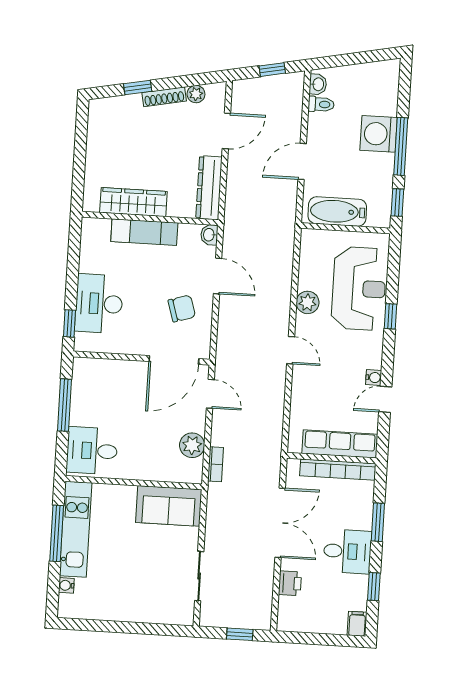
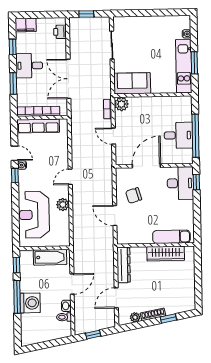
washbasin: (318, 84) -> (66, 306), moved
exam couch: (144, 232) -> (171, 237), moved
washbasin: (209, 235) -> (121, 238), removed
desk: (99, 304) -> (180, 183), moved
window: (390, 316) -> (15, 175), moved
door: (291, 350) -> (70, 177), hinge flipped
door: (174, 360) -> (146, 166), moved
door: (210, 394) -> (113, 136), moved
door: (385, 399) -> (15, 153), hinge flipped
window: (65, 405) -> (196, 136), width x1.46
plant: (192, 445) -> (121, 104), moved
desk: (92, 451) -> (178, 135), moved
window: (57, 533) -> (194, 63), width x0.69
printer: (290, 583) -> (60, 32), moved
filing cabinet: (357, 624) -> (26, 25), width x2.00

